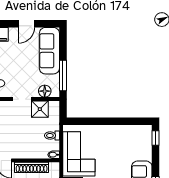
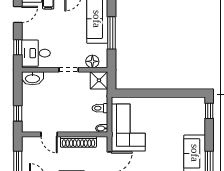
window: (63, 76) -> (111, 33), moved
shower: (40, 109) -> (99, 80), moved

